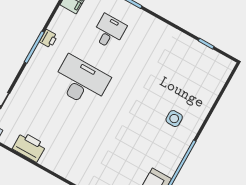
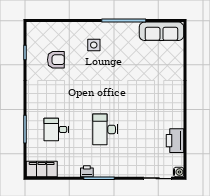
armchair: (181, 71) -> (56, 60), added
desk: (81, 81) -> (105, 129), width x0.73, depth x0.77

